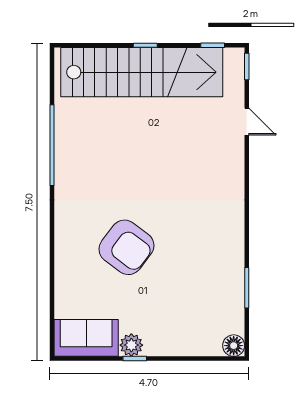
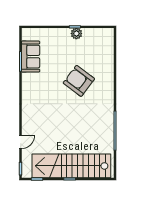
door: (247, 122) -> (21, 142), swing flipped
sofa: (86, 338) -> (31, 57), moved, turned -90
floor lamp: (234, 346) -> (27, 33), removed

